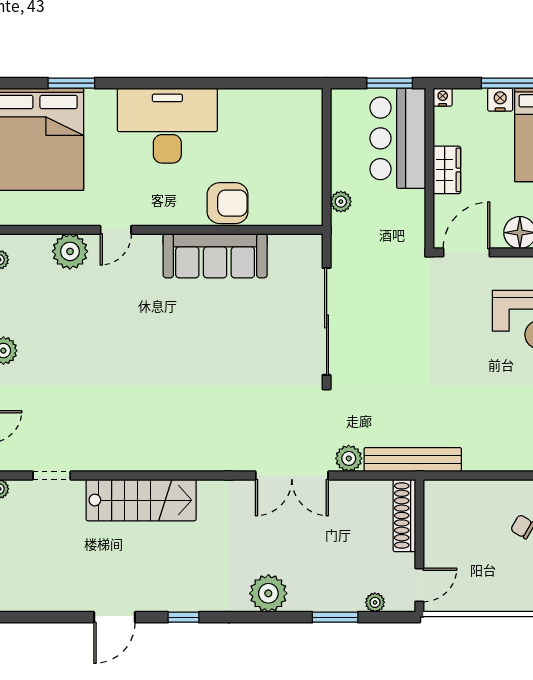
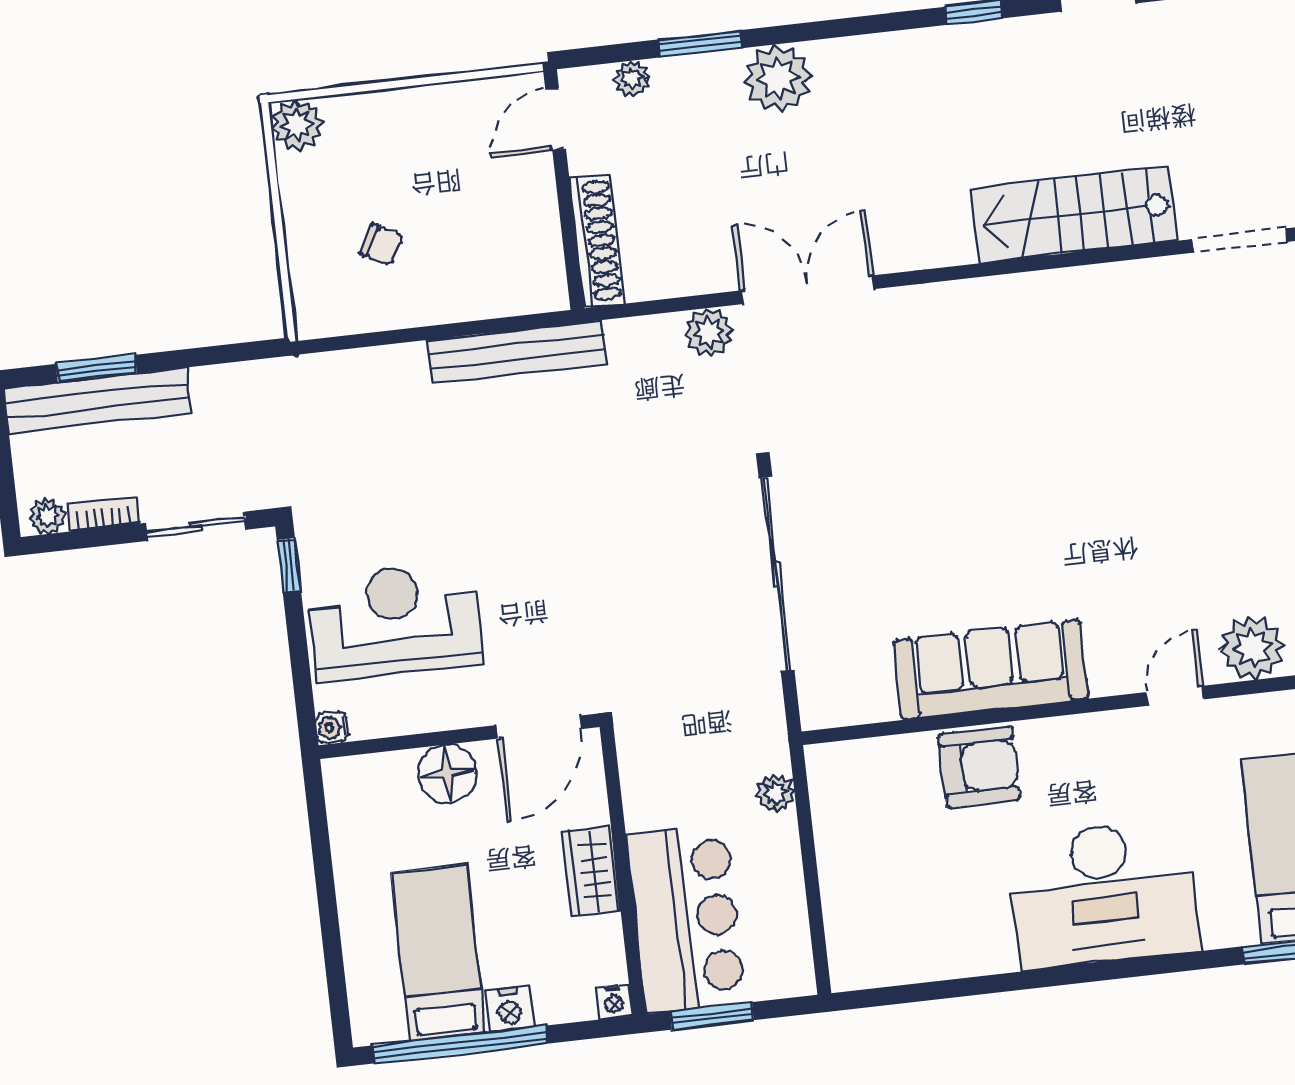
armchair: (228, 203) -> (979, 767), turned 180
bench: (413, 460) -> (517, 352), moved
doorway: (52, 476) -> (1240, 241), width x1.38
plant: (268, 593) -> (778, 78), moved

